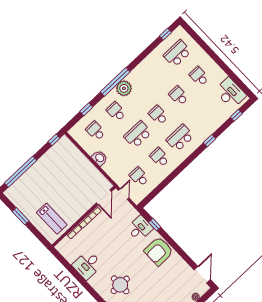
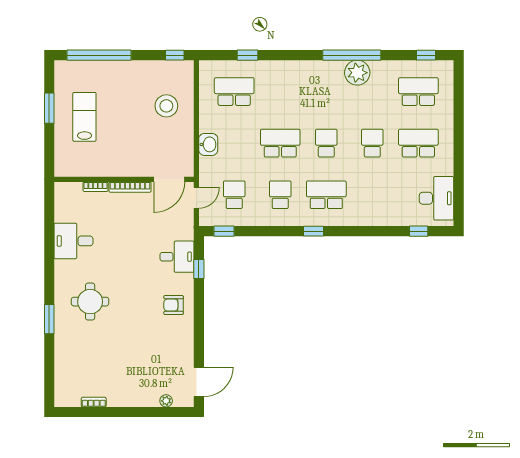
school desk: (199, 76) -> (418, 143), width x1.85
window: (115, 82) -> (352, 55), moved
plant: (124, 88) -> (357, 73), moved
school desk: (116, 112) -> (280, 92), removed
school desk: (96, 131) -> (234, 92), width x1.85
window: (210, 141) -> (313, 231), moved
washbasin: (99, 158) -> (208, 144), moved
stool: (72, 166) -> (166, 106), added
window: (150, 197) -> (224, 231), added
lab bench: (52, 219) -> (84, 117), moved, turned 180
armchair: (159, 251) -> (174, 305), width x0.53, depth x0.53

